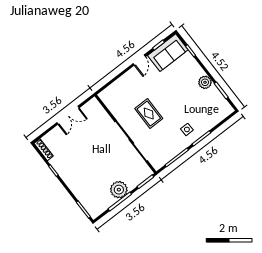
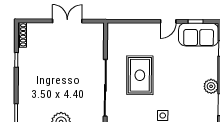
rug: (149, 114) -> (140, 75), width x1.36, depth x1.43
double door: (68, 115) -> (67, 21), swing flipped

